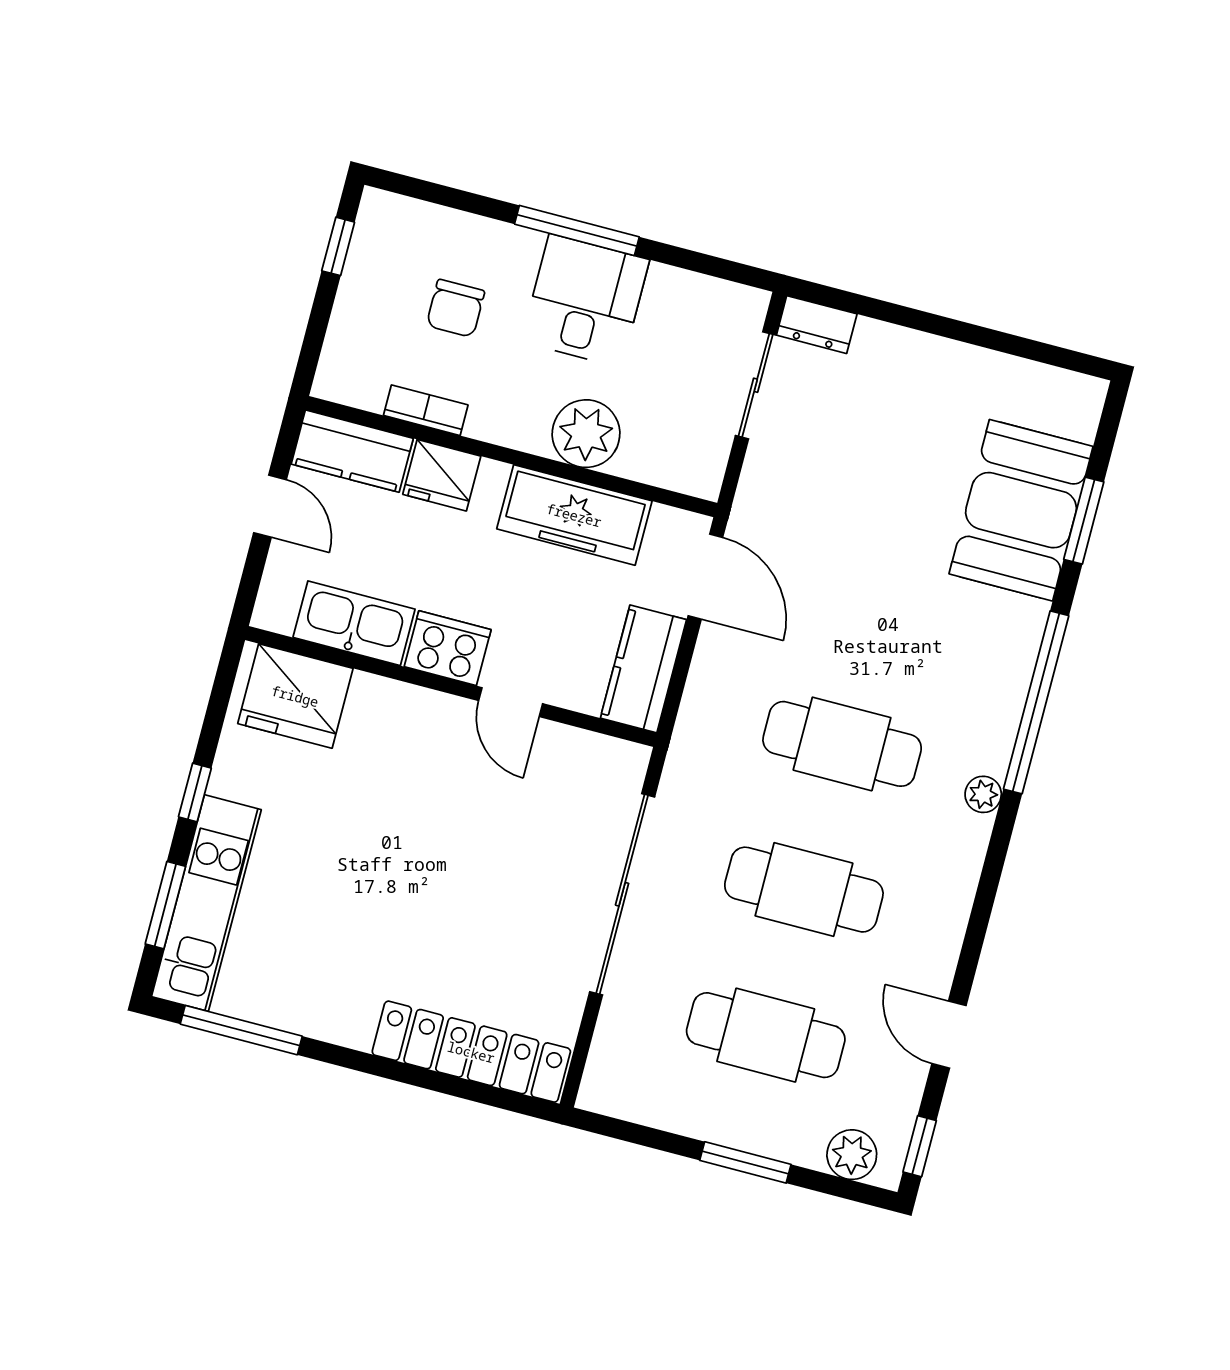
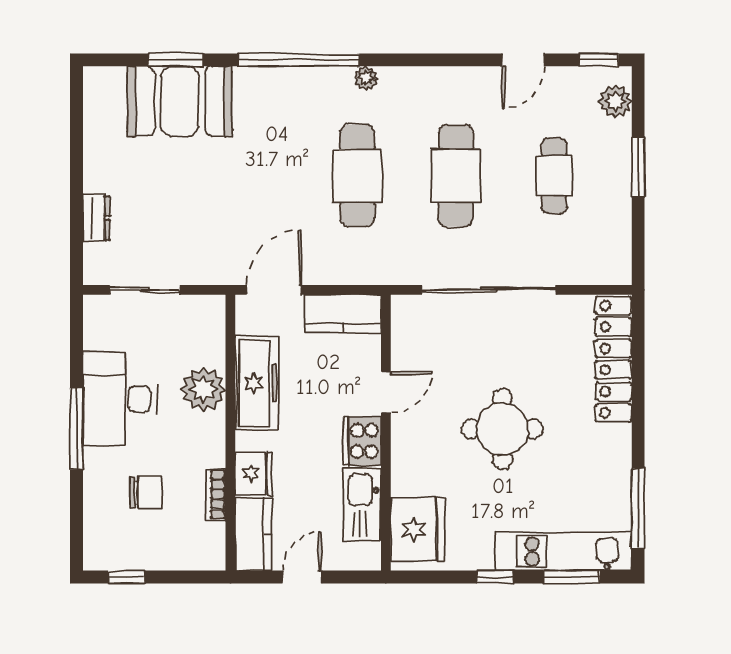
desk: (585, 301) -> (120, 399), width x1.37
dresser: (817, 325) -> (96, 218), moved
round table: (411, 860) -> (502, 429), added
cafe table: (766, 1035) -> (554, 176), width x0.73, depth x0.74

